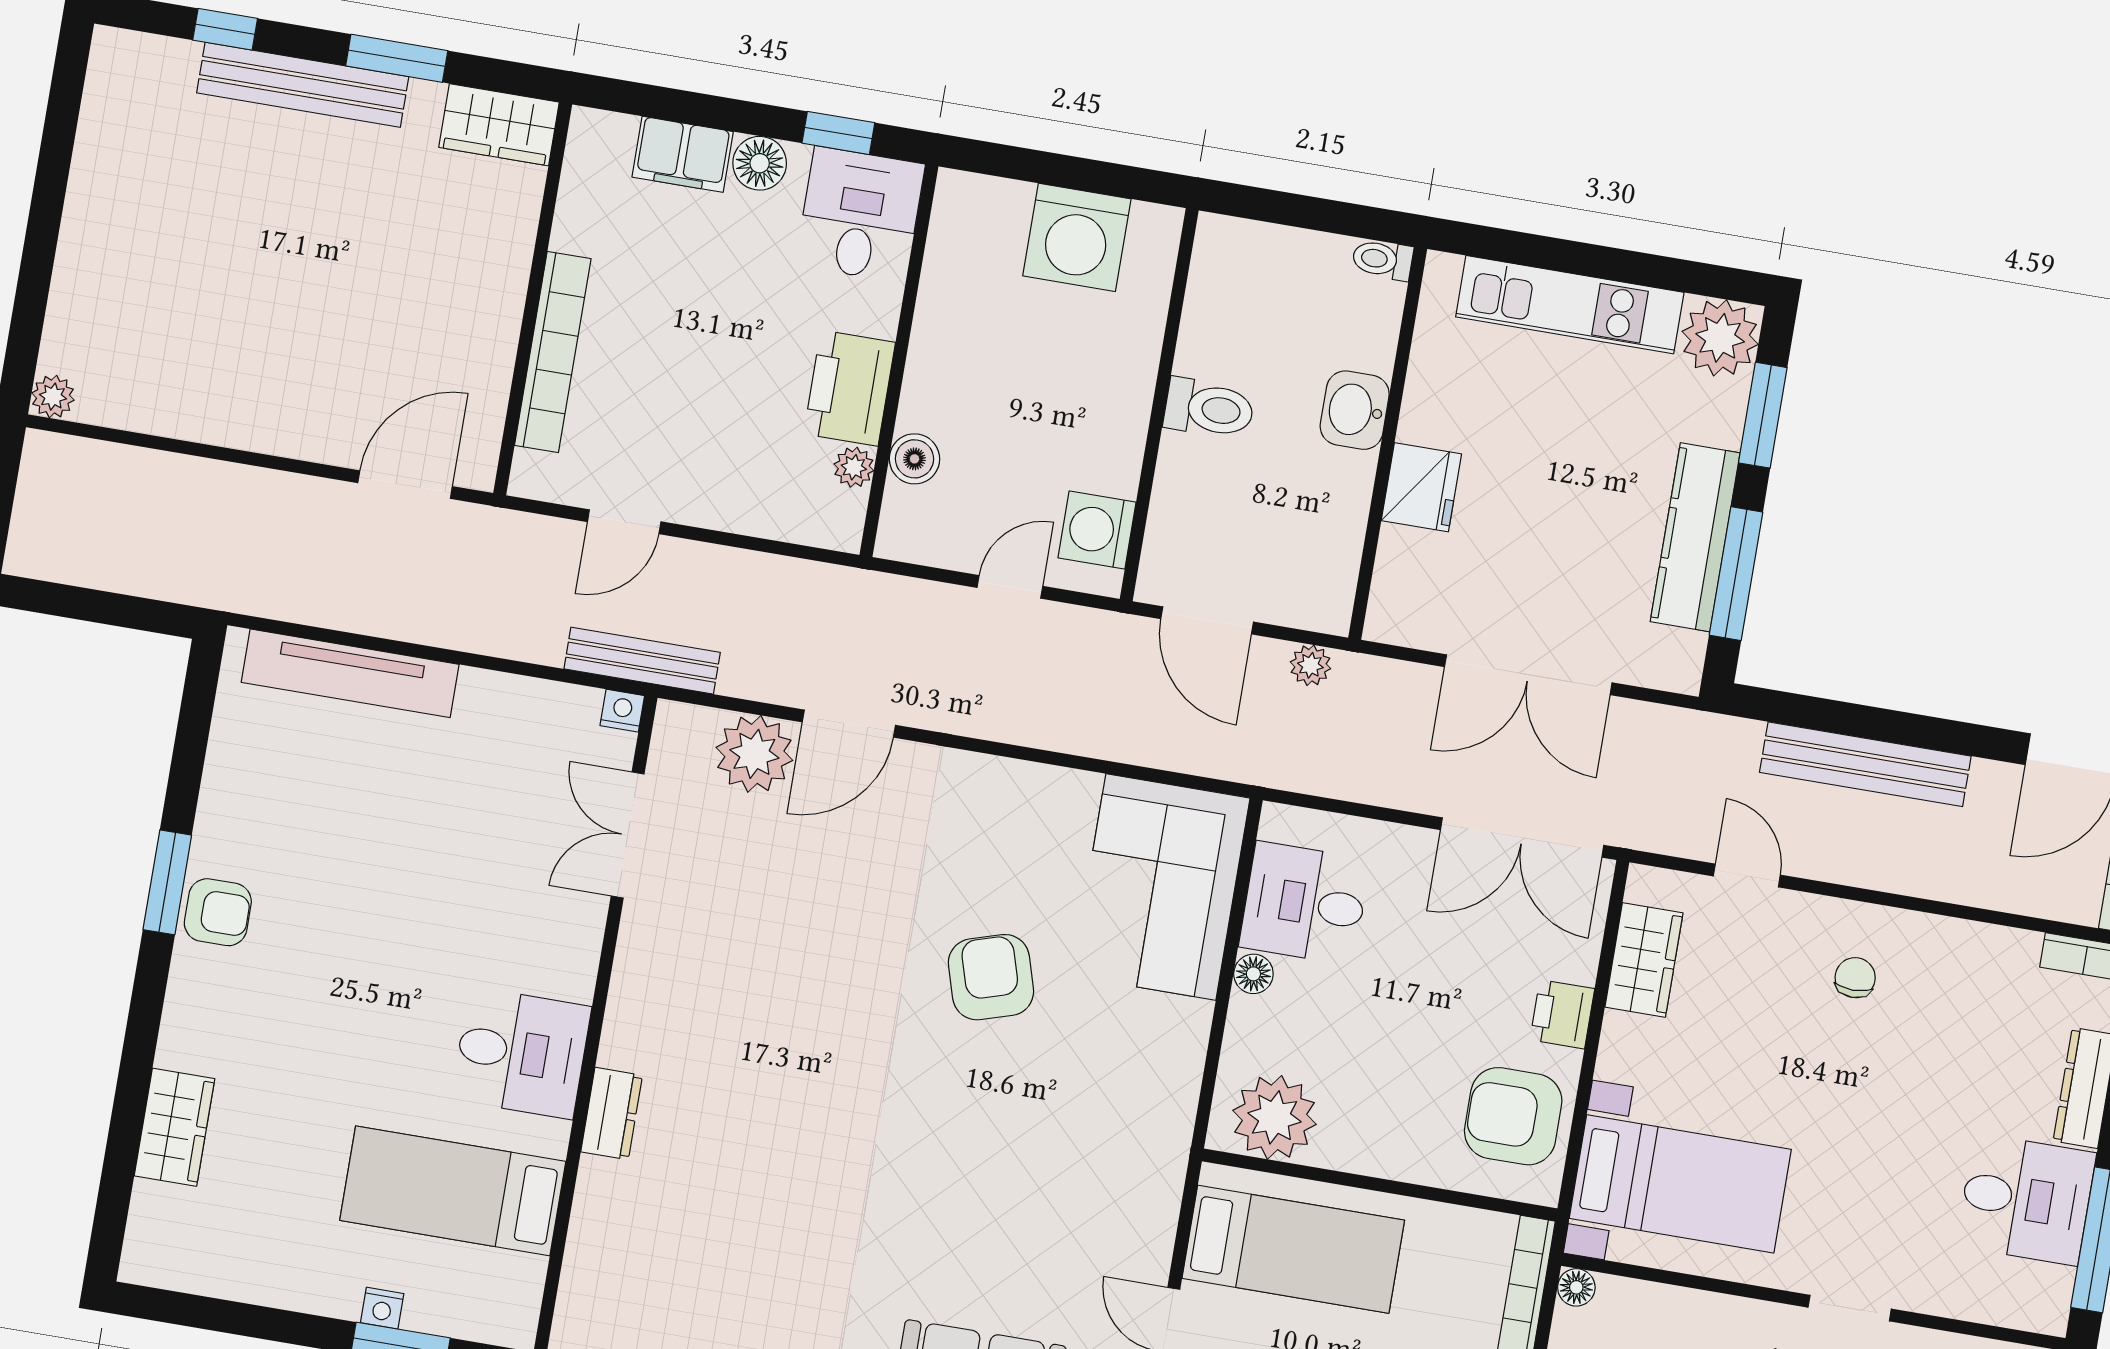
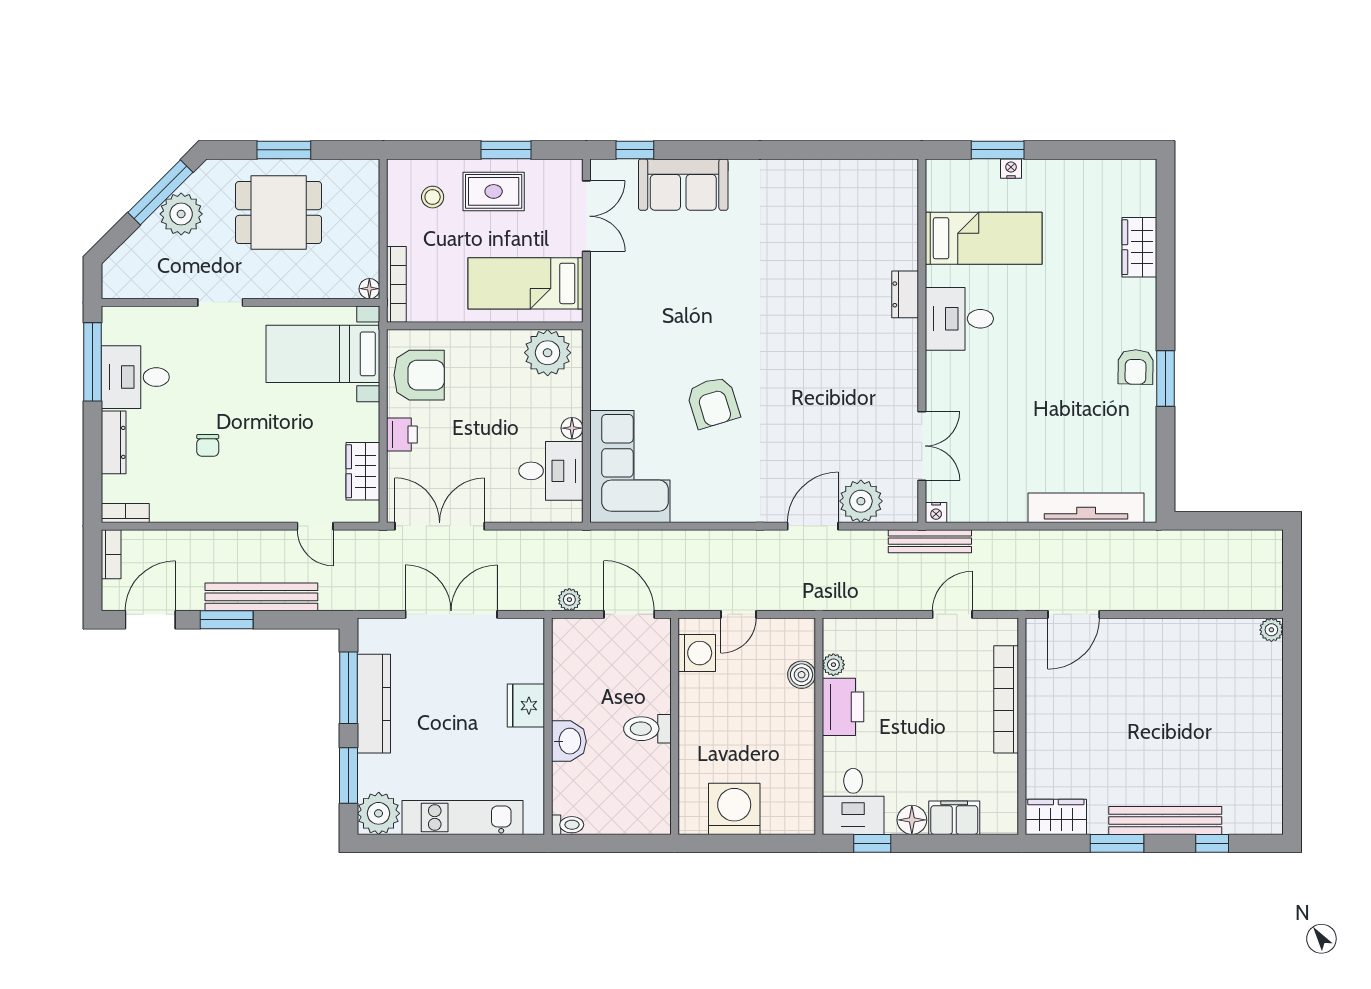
window: (1935, 734) -> (227, 620), added
armchair: (218, 912) -> (1136, 367), turned -89
chair: (1855, 978) -> (208, 445), moved

